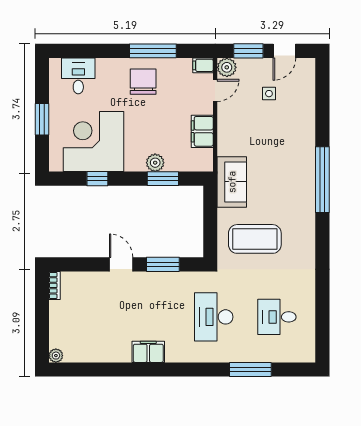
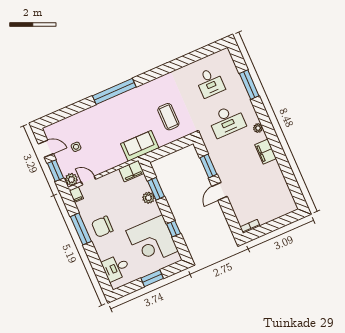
filing cabinet: (202, 131) -> (131, 171), moved
coffee table: (255, 239) -> (168, 117), width x0.73, depth x0.76
plant: (56, 356) -> (258, 128), moved

